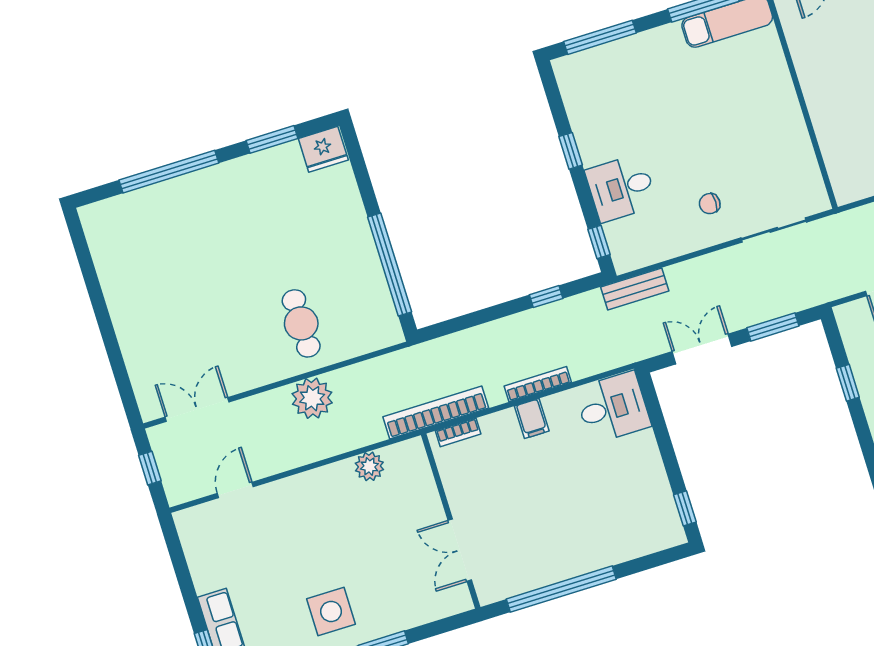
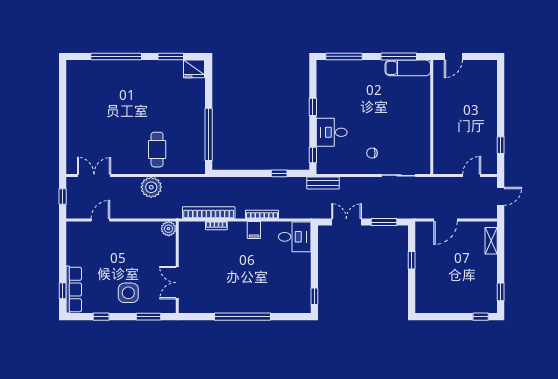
wall: (451, 521) -> (177, 267), moved
double door: (460, 550) -> (177, 283), moved

